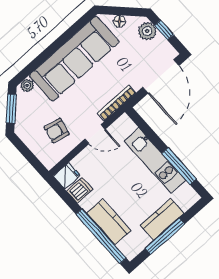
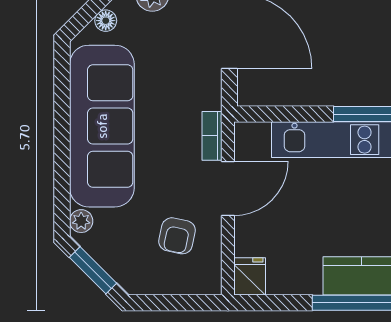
bookcase: (117, 103) -> (212, 136), width x0.64
door: (95, 134) -> (228, 188), width x1.38
dishwasher: (80, 190) -> (285, 276), removed

